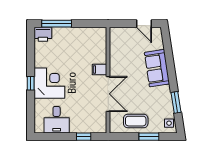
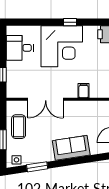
filing cabinet: (100, 69) -> (84, 91), moved
window: (31, 83) -> (70, 22), moved
corner desk: (49, 83) -> (62, 46), width x1.36, depth x1.36

